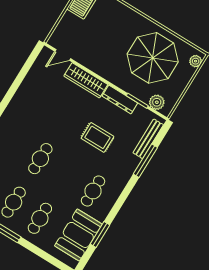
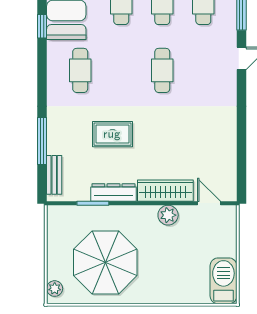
door: (63, 55) -> (209, 203), hinge flipped
plant: (157, 102) -> (168, 215), moved
bench: (148, 139) -> (54, 175), width x0.73
window: (100, 234) -> (42, 26), width x0.67

